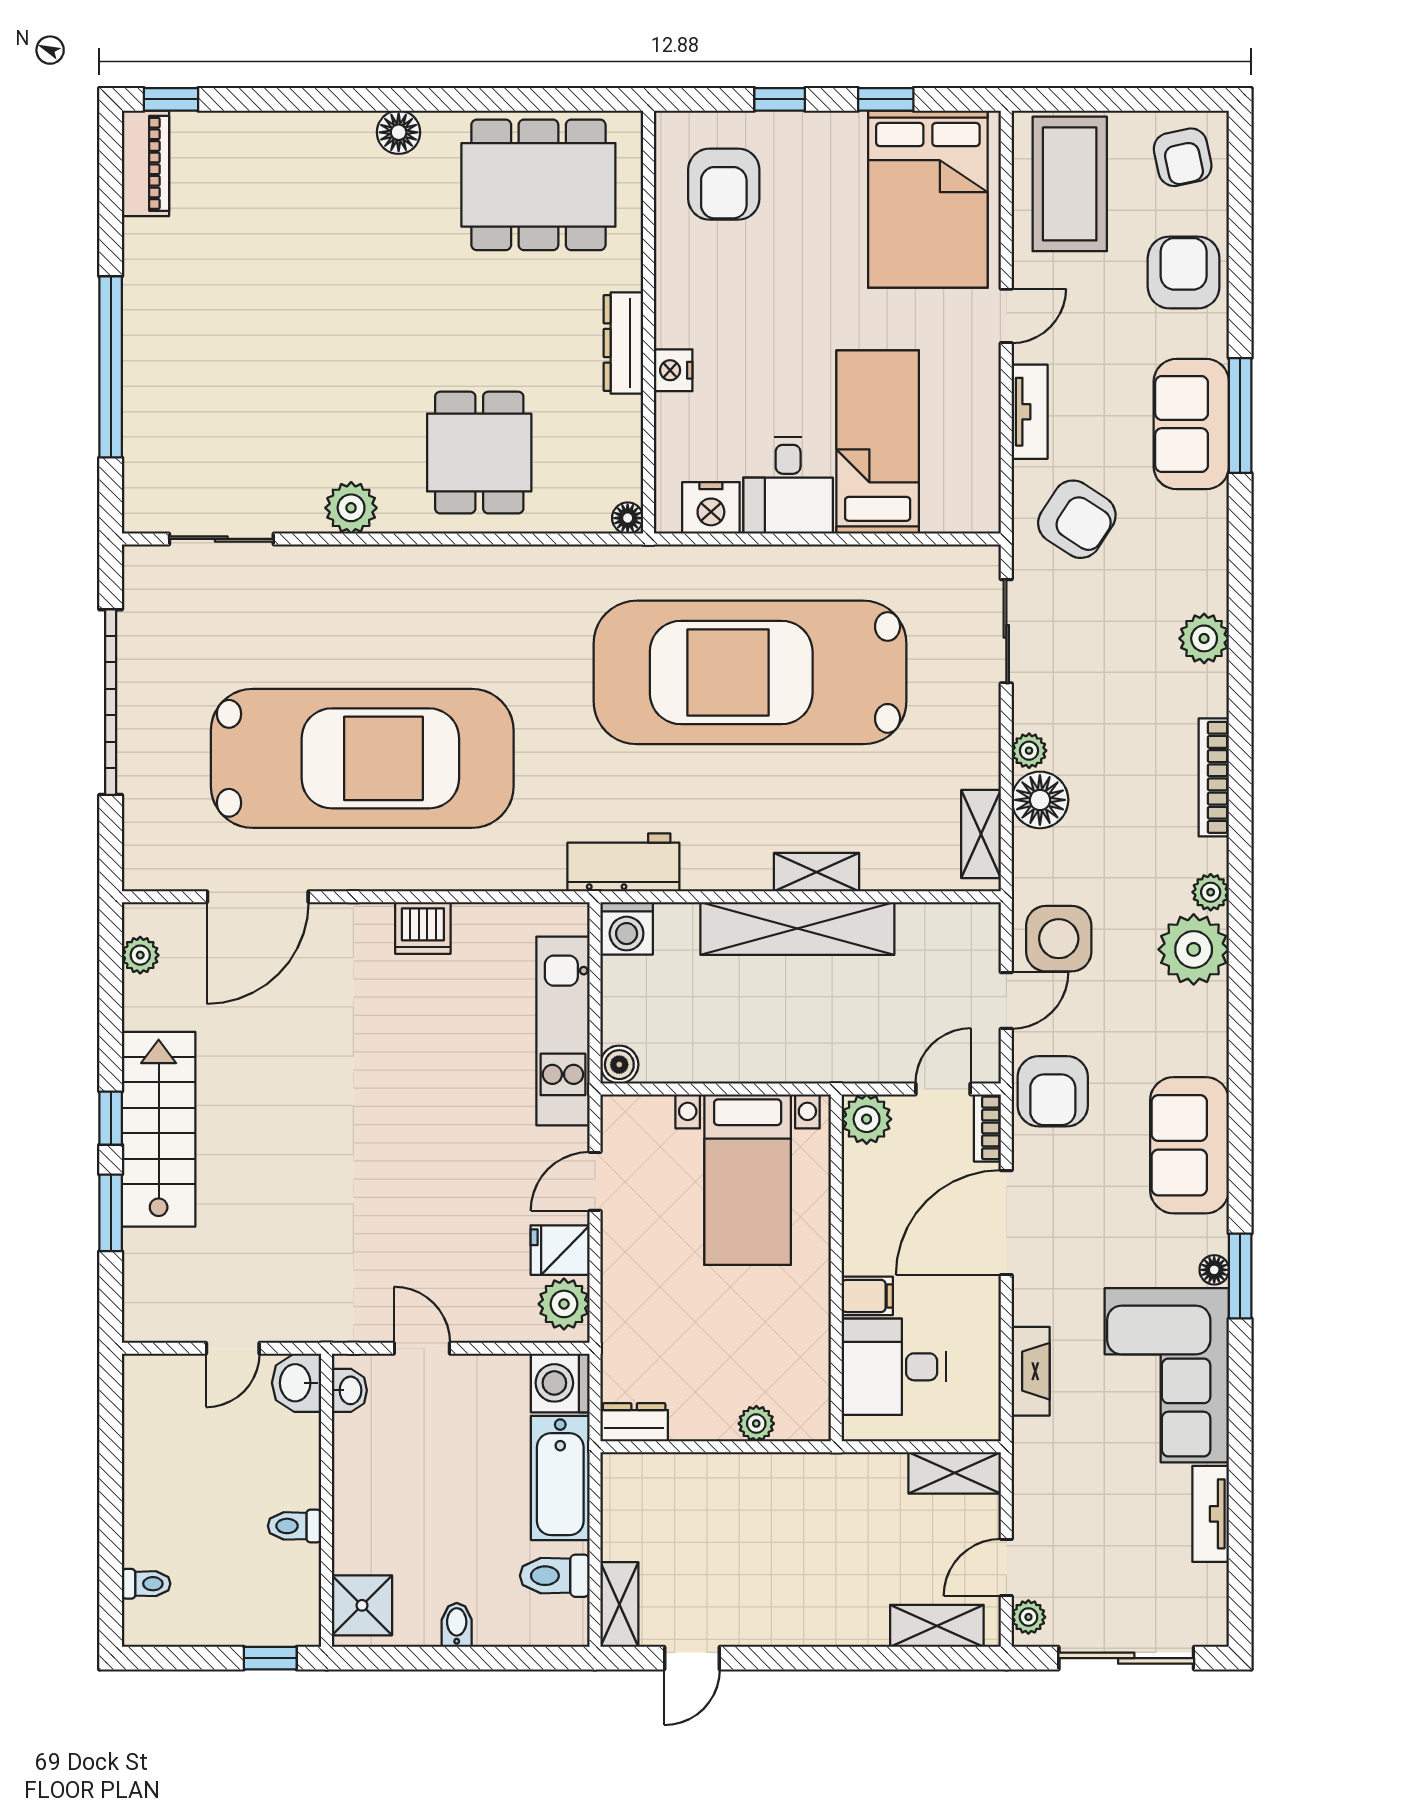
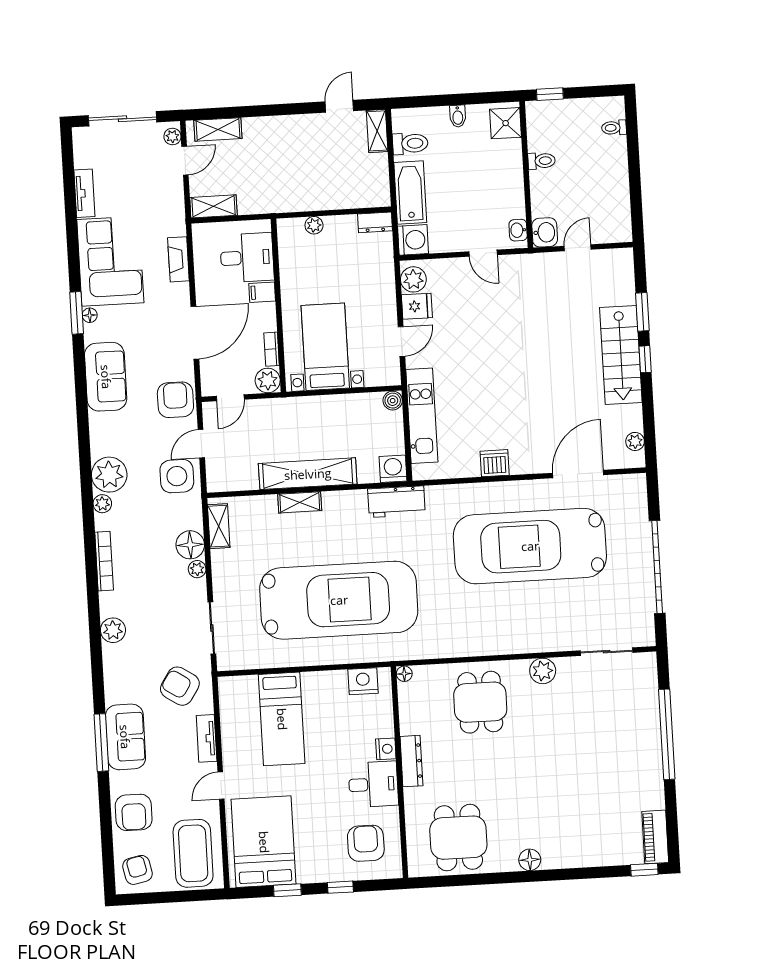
dining table: (538, 185) -> (458, 838), width x0.73
desk: (788, 485) -> (373, 784), moved, turned 90
bookcase: (987, 1128) -> (272, 349), moved, turned 180

